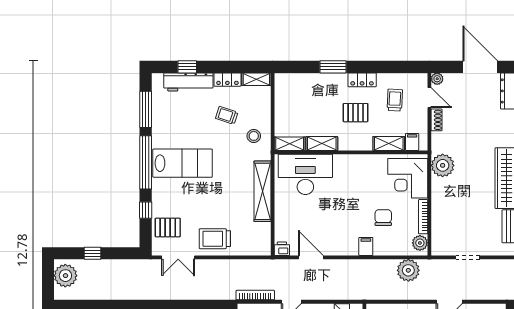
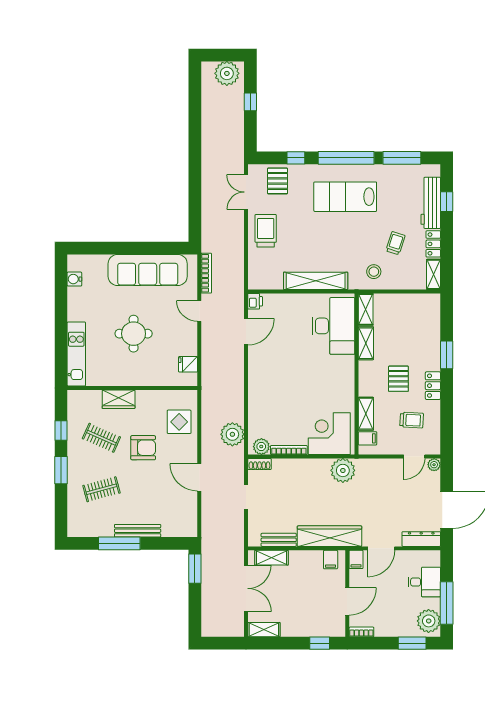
shoe rack: (436, 120) -> (259, 464), moved
lab bench: (183, 163) -> (345, 197), turned 90
chair: (383, 218) -> (288, 408), removed
filing cabinet: (366, 246) -> (258, 390), removed

